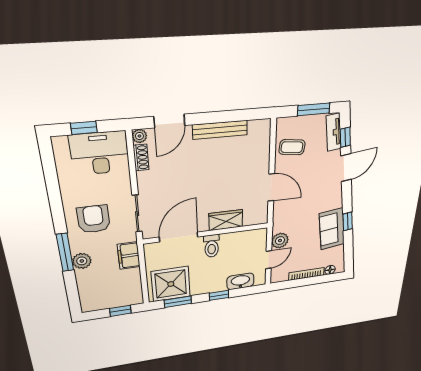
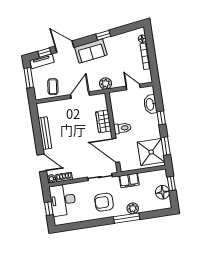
sofa: (332, 229) -> (91, 51), moved
plant: (280, 241) -> (106, 84), moved
floor lamp: (107, 300) -> (163, 192), added

